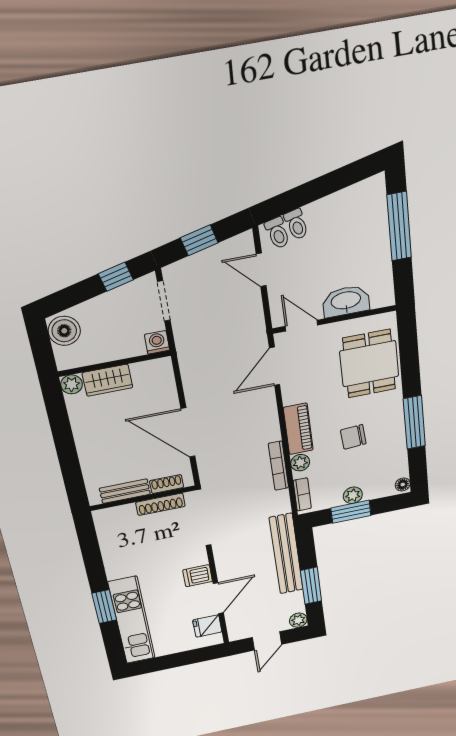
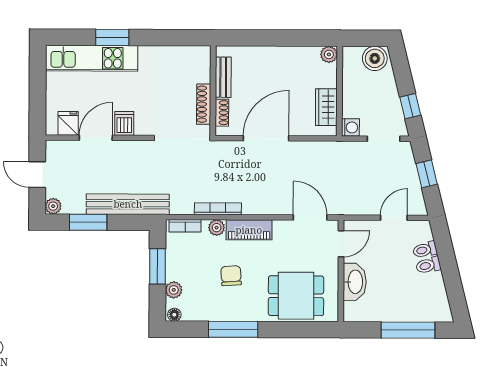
toilet: (277, 233) -> (428, 265), moved
wardrobe: (107, 380) -> (326, 107), moved
plant: (353, 495) -> (174, 290), moved
door: (218, 598) -> (96, 138), swing flipped

